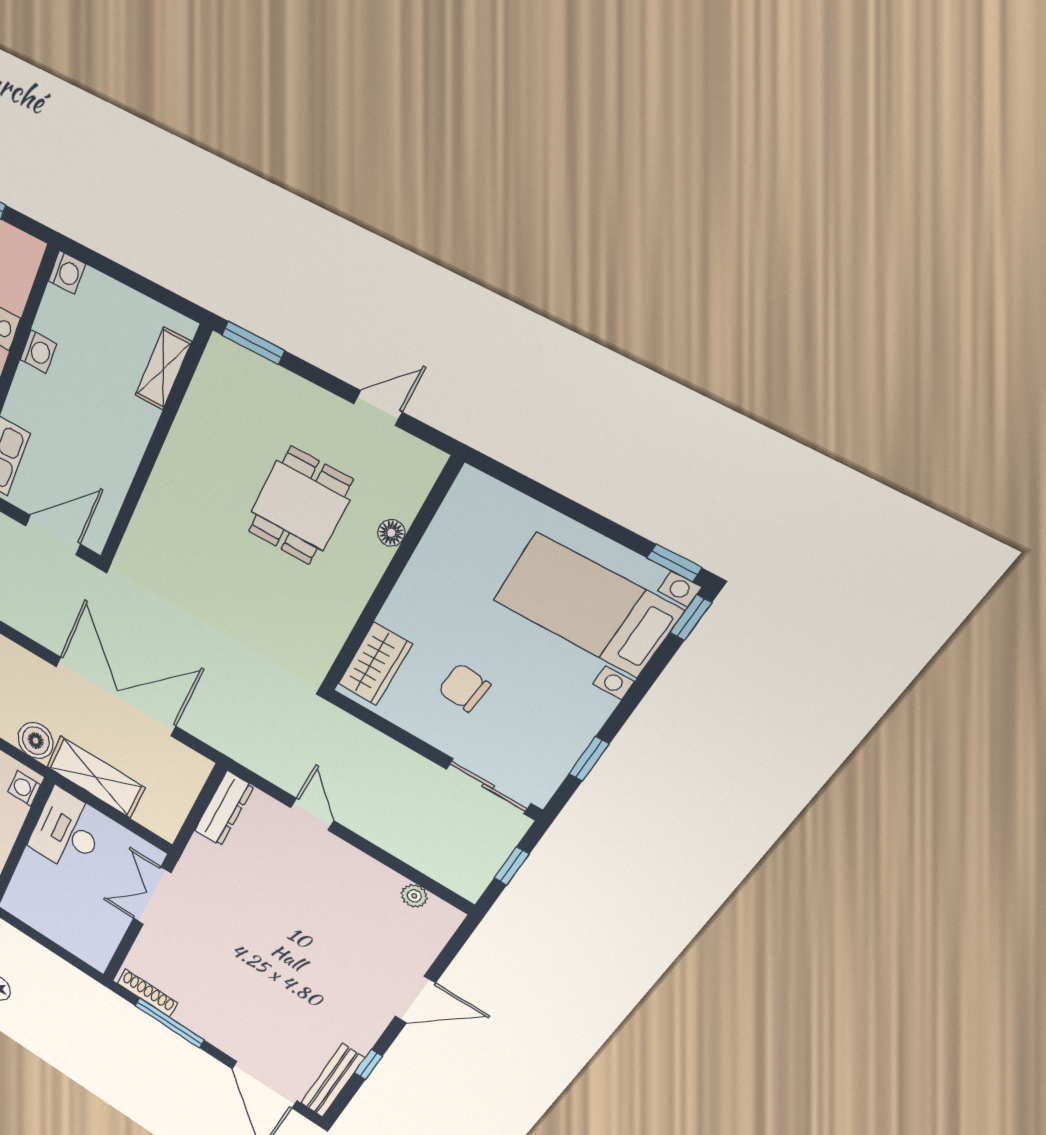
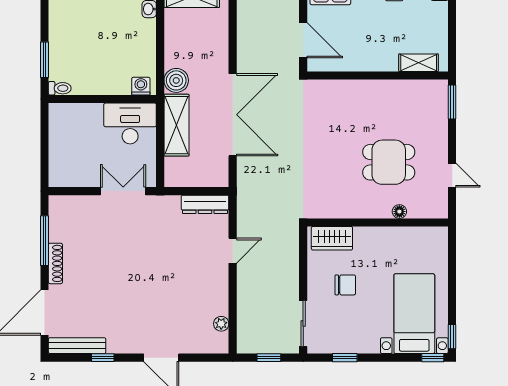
chair: (464, 688) -> (345, 285), turned 84
shoe rack: (147, 993) -> (55, 263), moved

